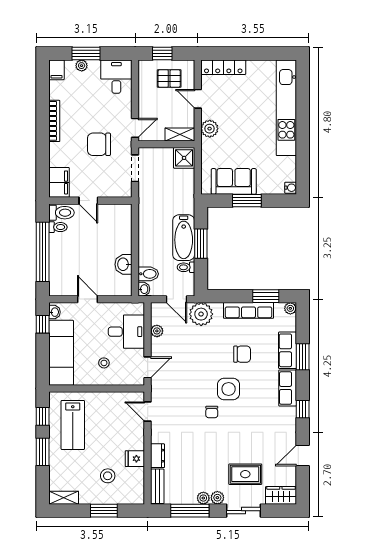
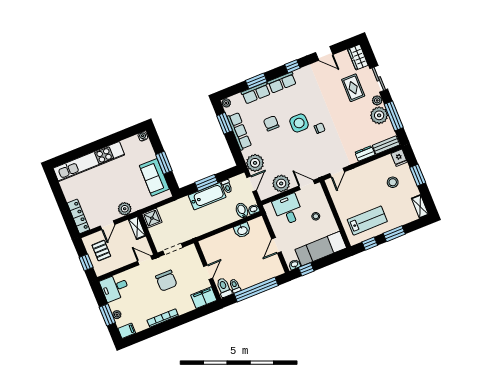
plant: (157, 331) -> (281, 183), width x1.87, depth x1.87
fridge: (135, 459) -> (399, 158), moved
plant: (203, 498) -> (379, 115), width x1.88, depth x1.88

